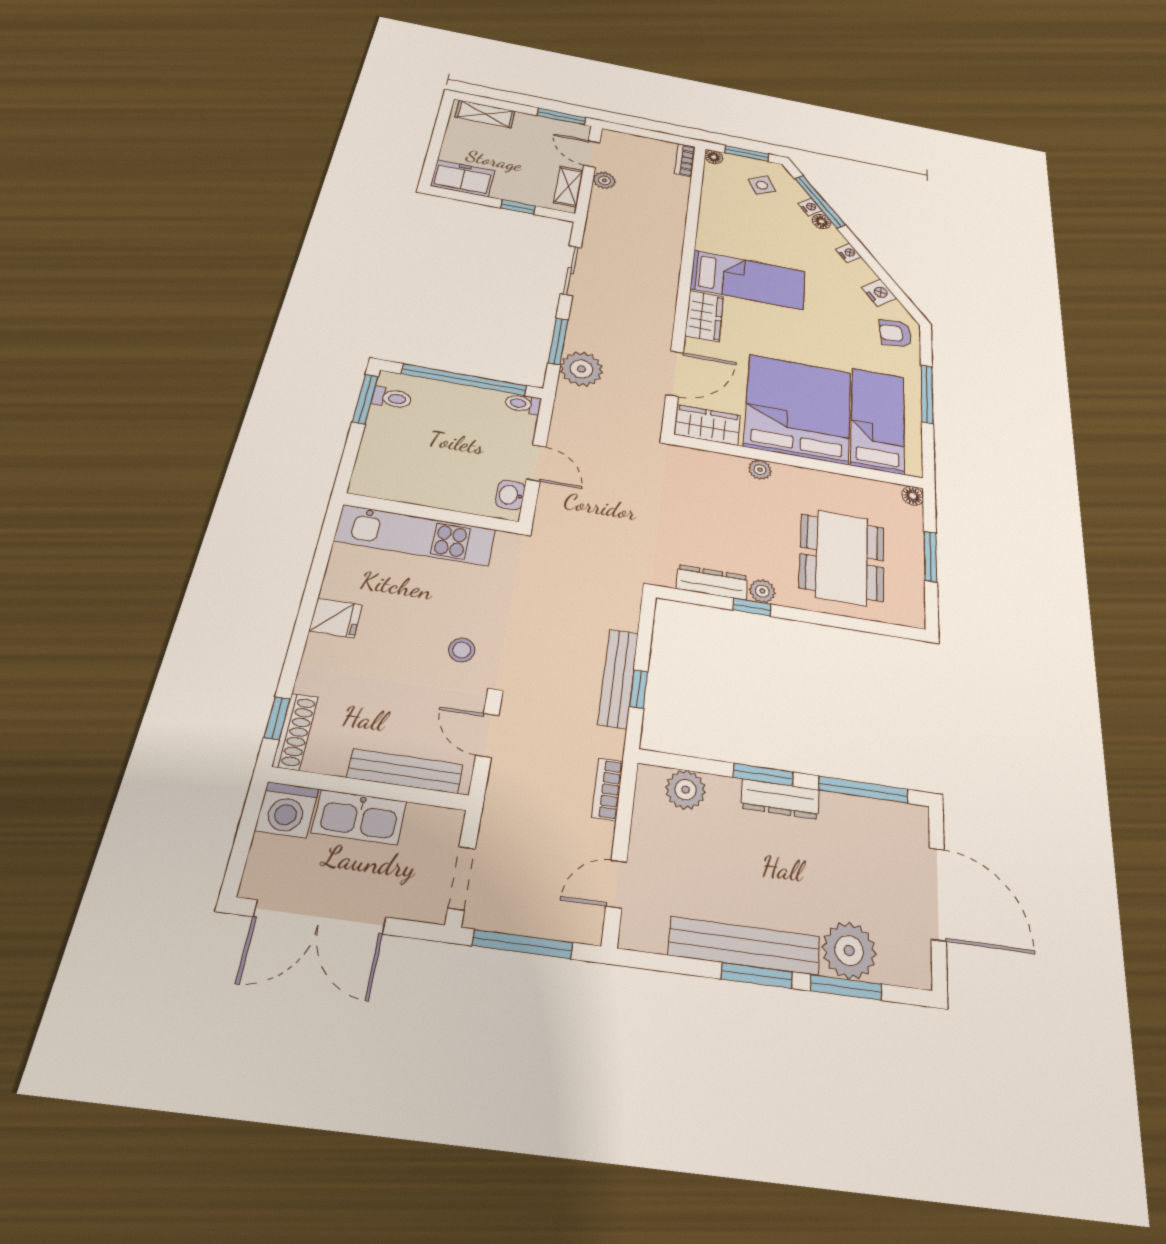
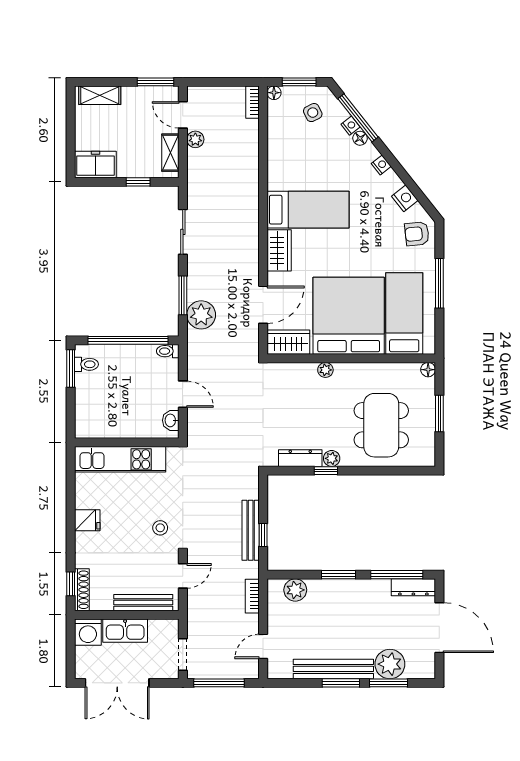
door: (487, 735) -> (183, 576), swing flipped
dresser: (780, 799) -> (413, 587), moved

